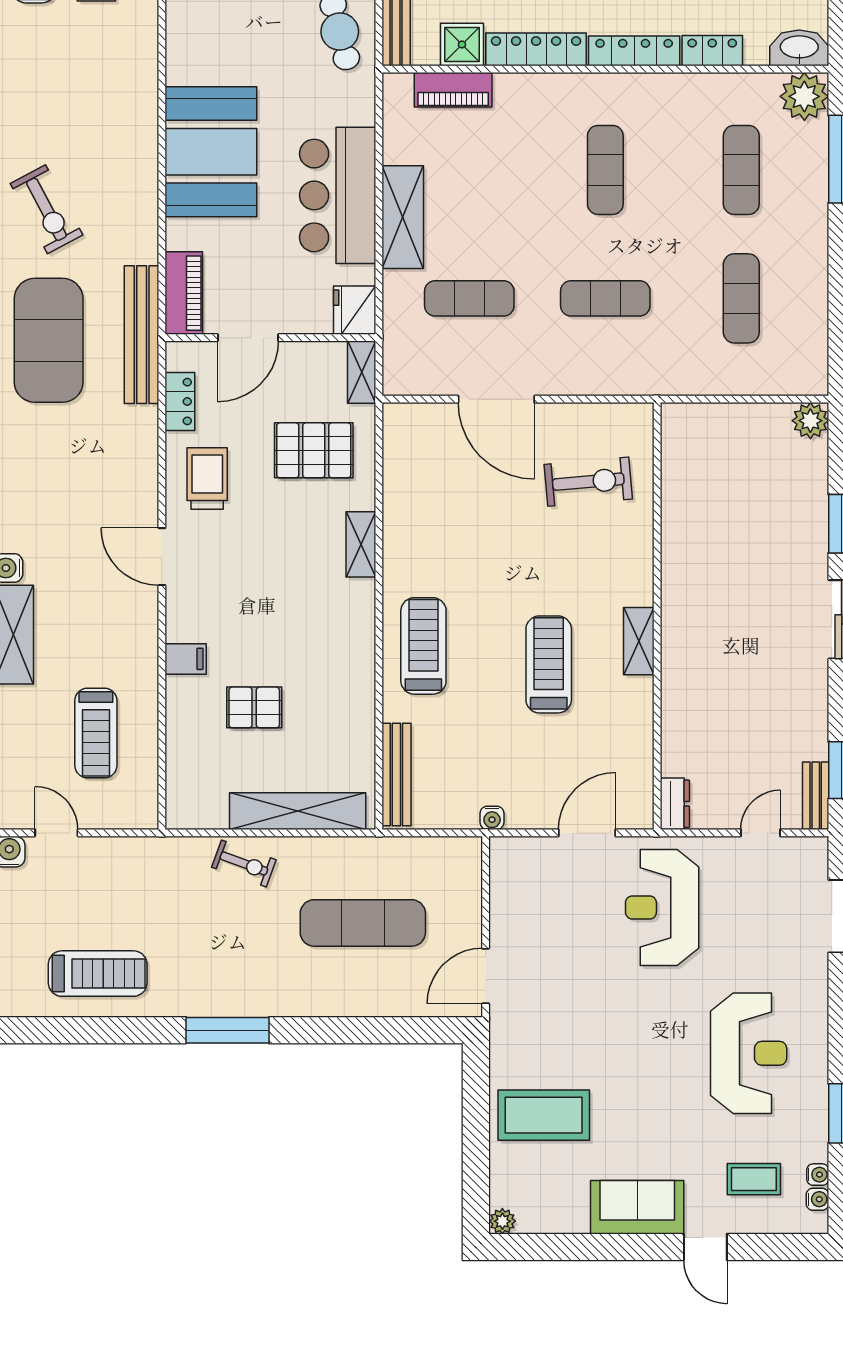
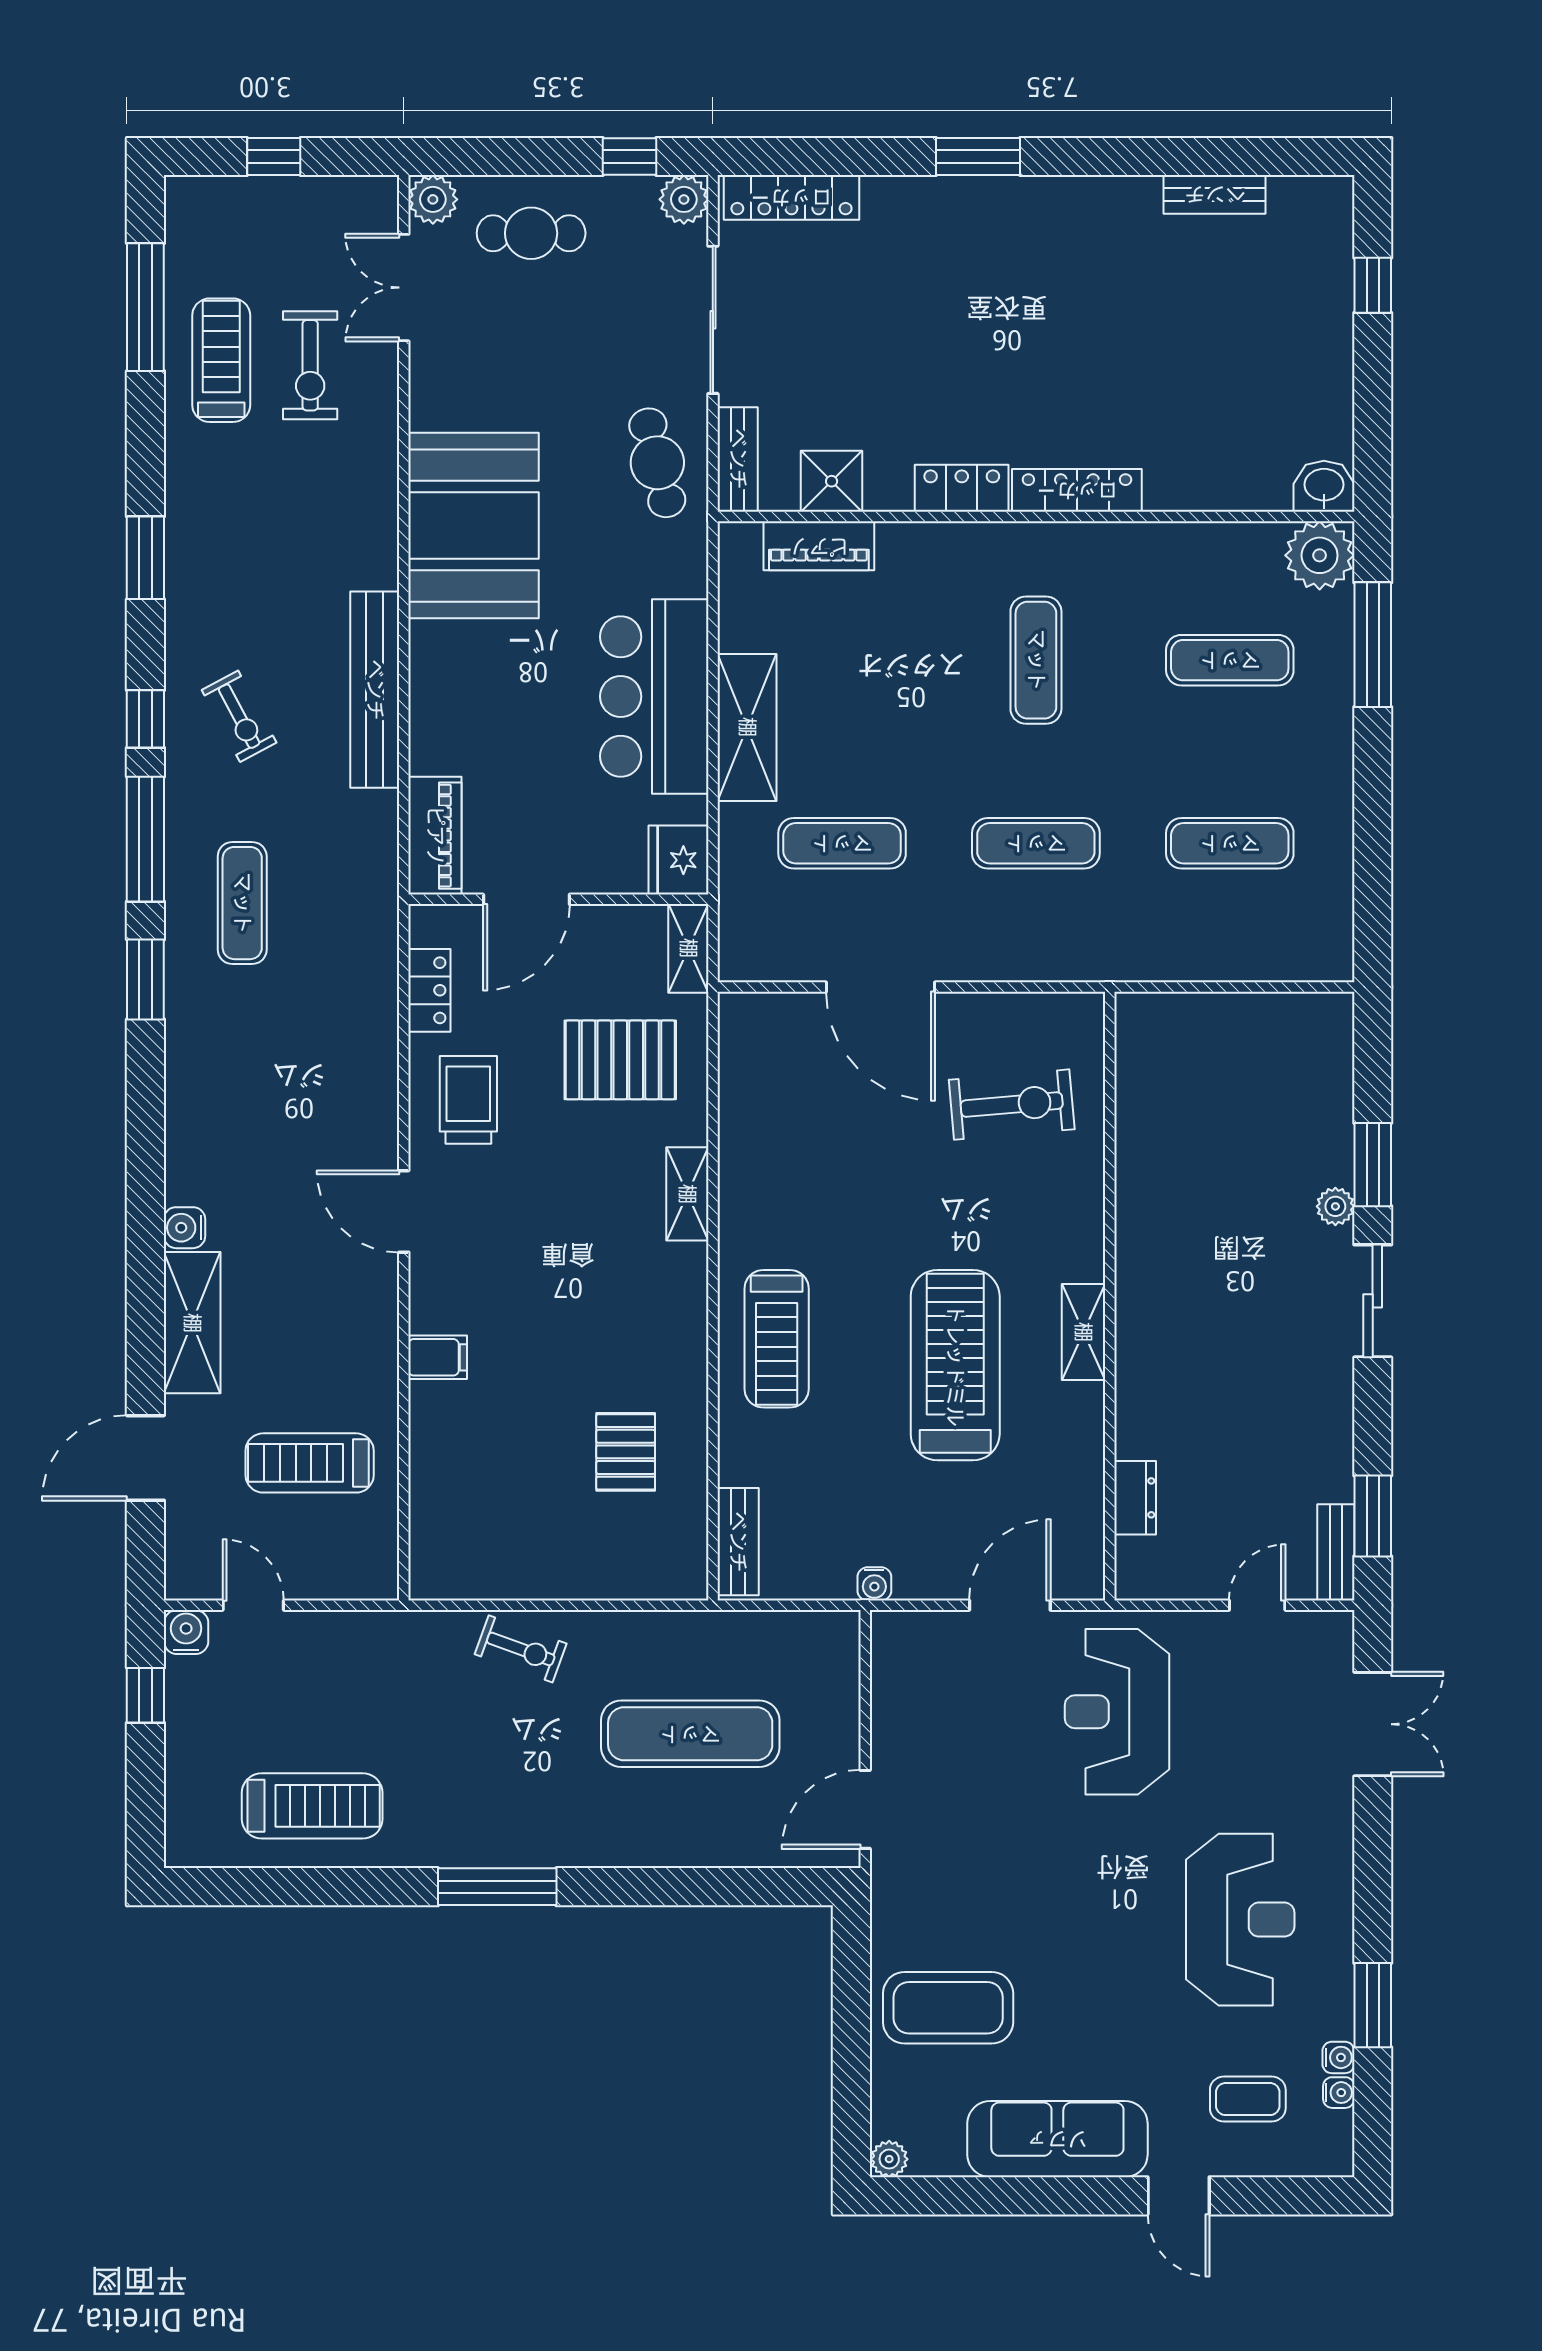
washbasin: (799, 48) -> (1324, 486), width x0.72
locker: (536, 49) -> (962, 488), width x0.66
locker: (712, 51) -> (1188, 490), removed
booth: (211, 152) -> (474, 526), moved
exercise mat: (741, 170) -> (1230, 660), turned 90
exercise bike: (46, 209) -> (239, 716), width x0.73, depth x0.72
exercise mat: (741, 298) -> (1230, 843), turned 90
bench: (142, 335) -> (375, 690), moved
exercise mat: (49, 340) -> (242, 903), width x0.50, depth x0.69
plant: (810, 421) -> (1335, 1206), moved, width x0.73, depth x0.73
treadmill: (423, 646) -> (777, 1339), turned 180
treadmill: (549, 664) -> (955, 1365), width x1.37, depth x1.38
pallet: (254, 707) -> (626, 1452), moved, turned 90
treadmill: (96, 733) -> (310, 1463), turned 90
bench: (396, 775) -> (738, 1542), width x0.73
dresser: (675, 804) -> (1135, 1498), moved
shelving: (298, 811) -> (597, 1574), removed
water cooler: (817, 1199) -> (1338, 2057), moved
sofa: (637, 1207) -> (1057, 2139), width x1.36

